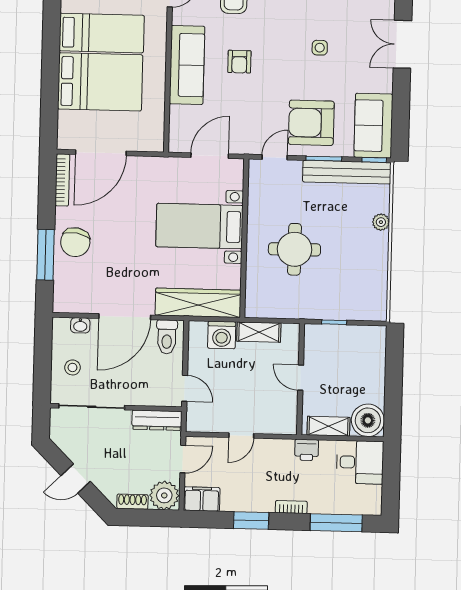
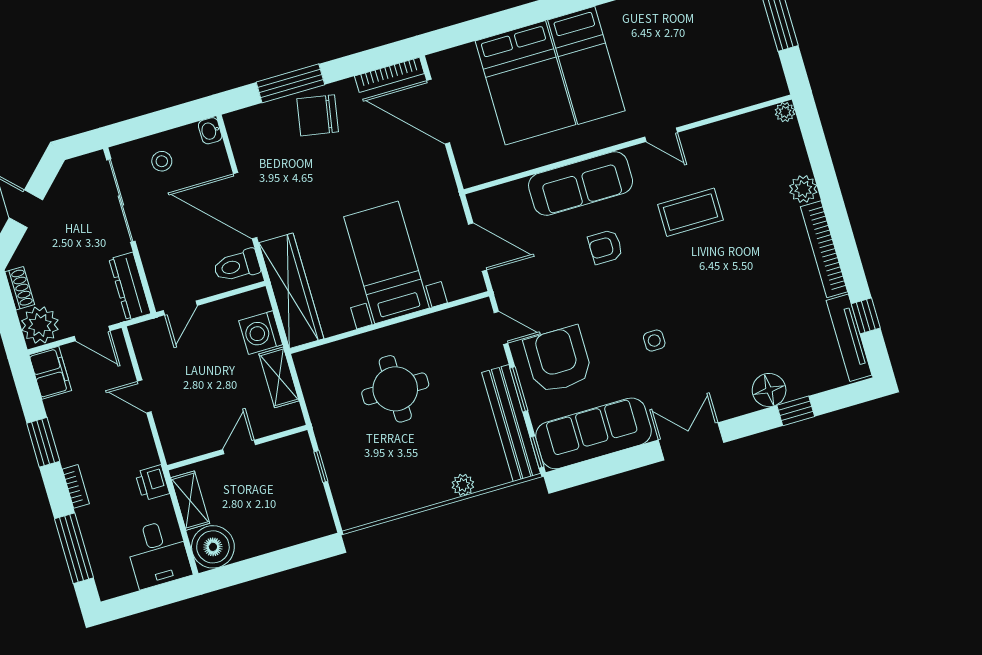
sofa: (373, 126) -> (593, 433), width x1.36
washbasin: (80, 325) -> (210, 131), moved

